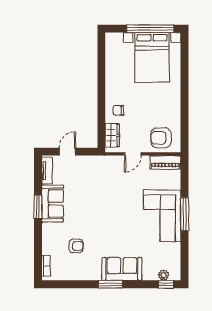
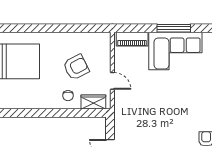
armchair: (161, 138) -> (76, 67), moved, turned -117
piano: (165, 162) -> (132, 39), moved, turned 90

